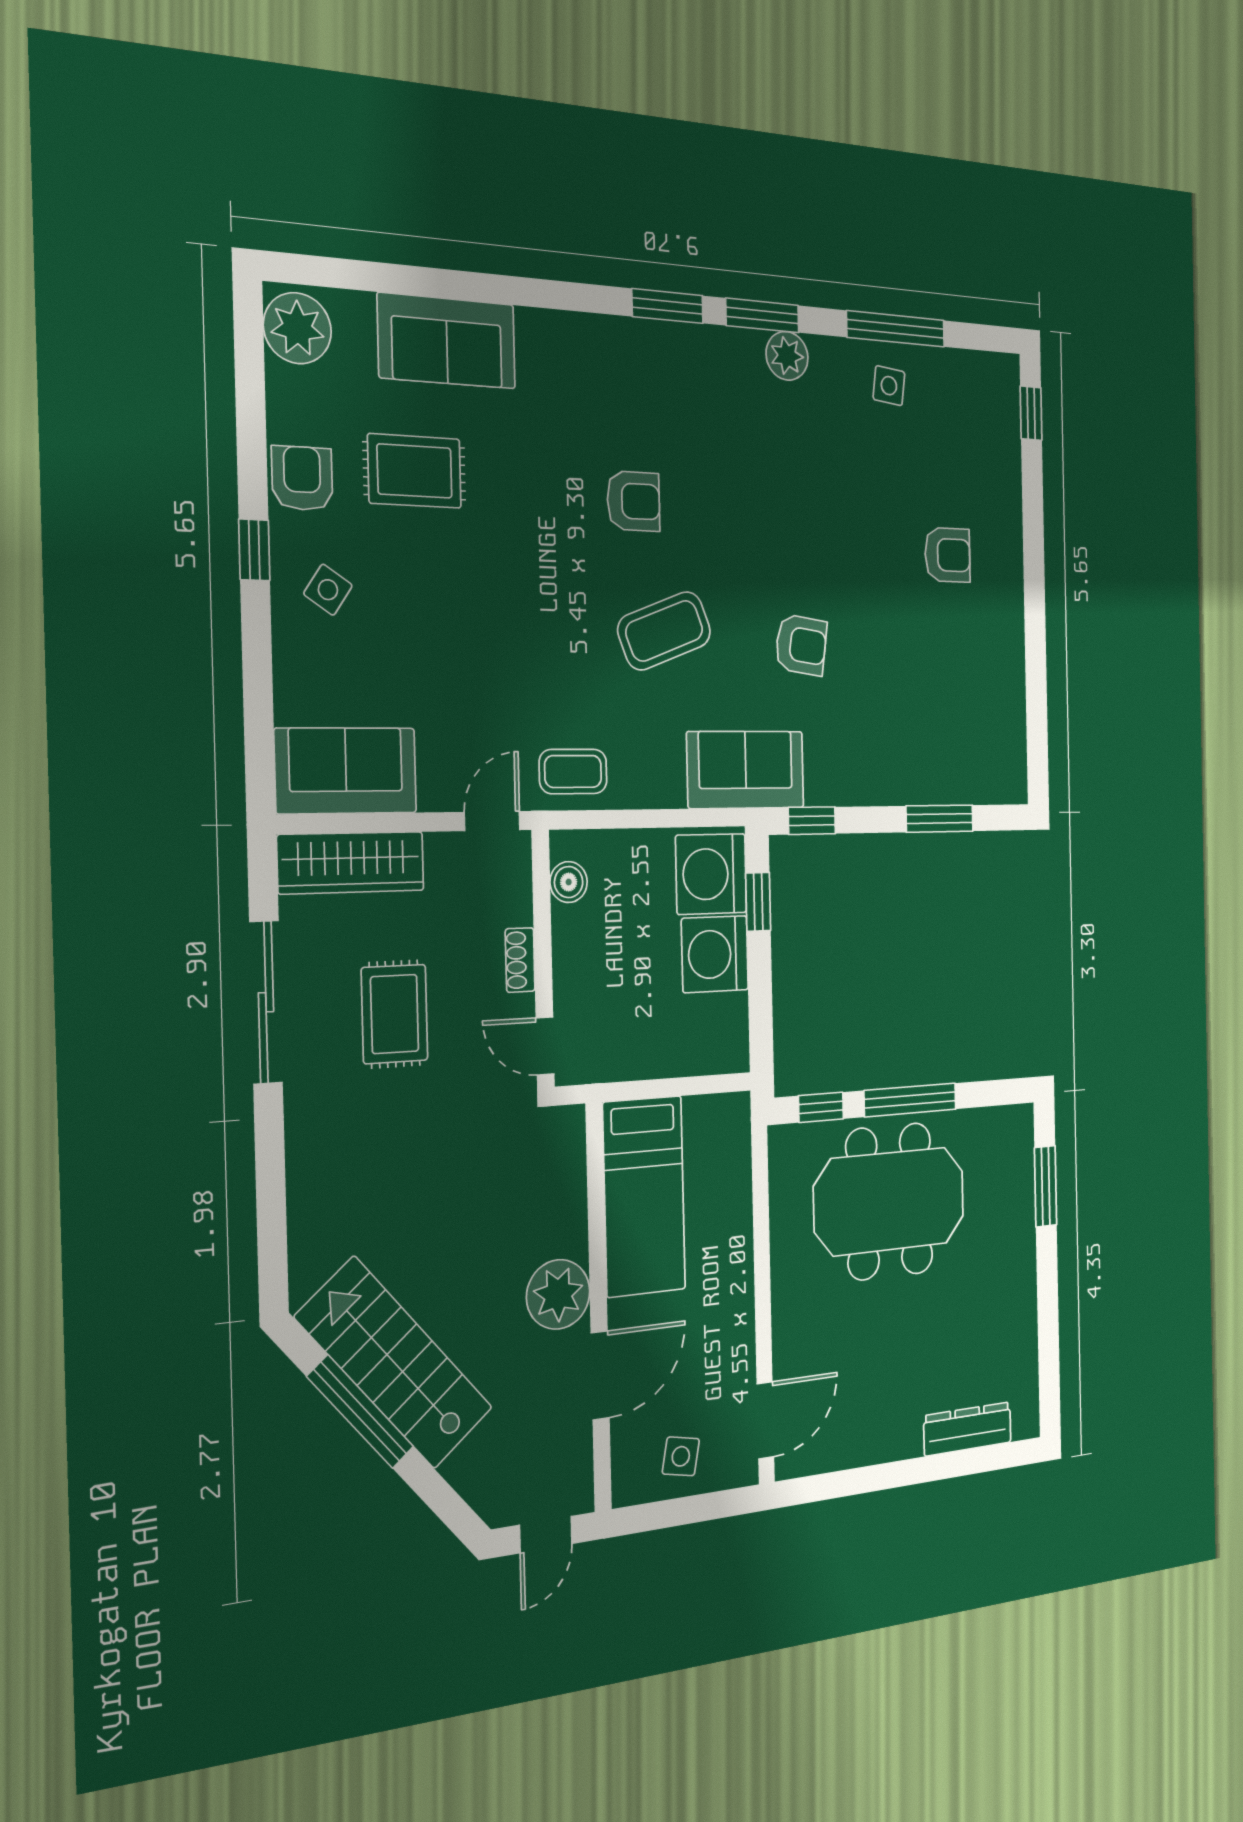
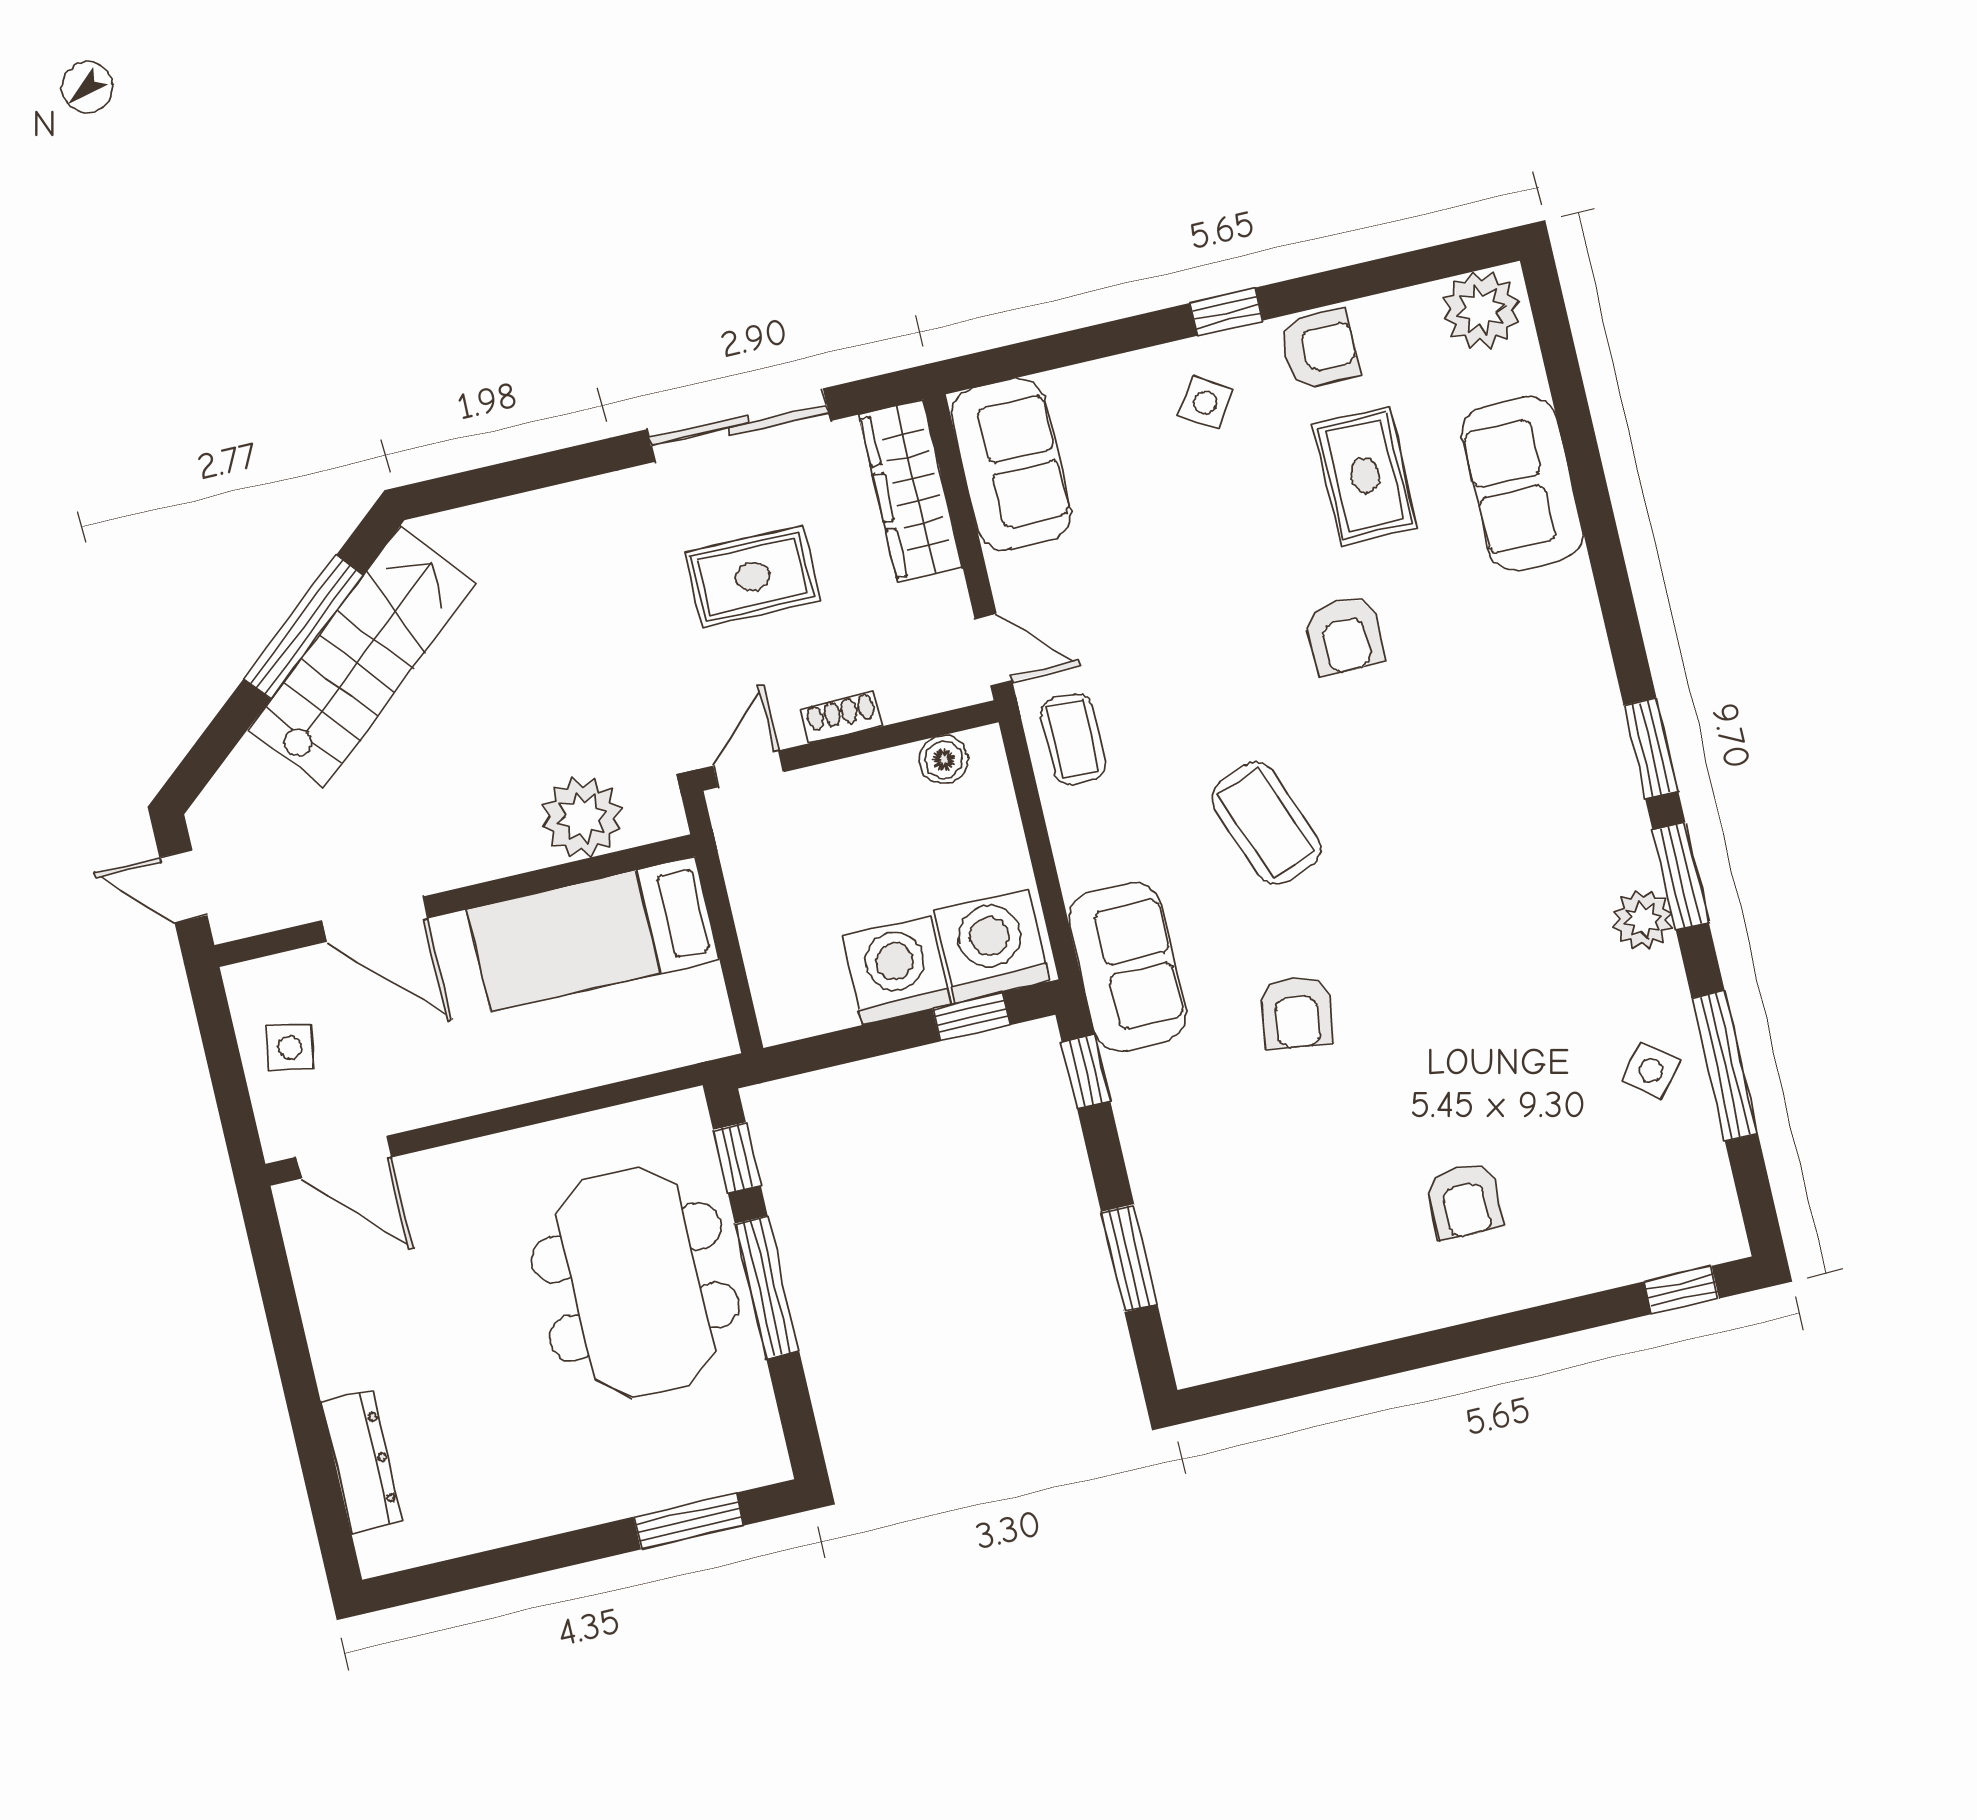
side table: (889, 386) -> (1651, 1071), turned 33
armchair: (633, 501) -> (1344, 636), moved
plant: (558, 1294) -> (582, 817), moved

